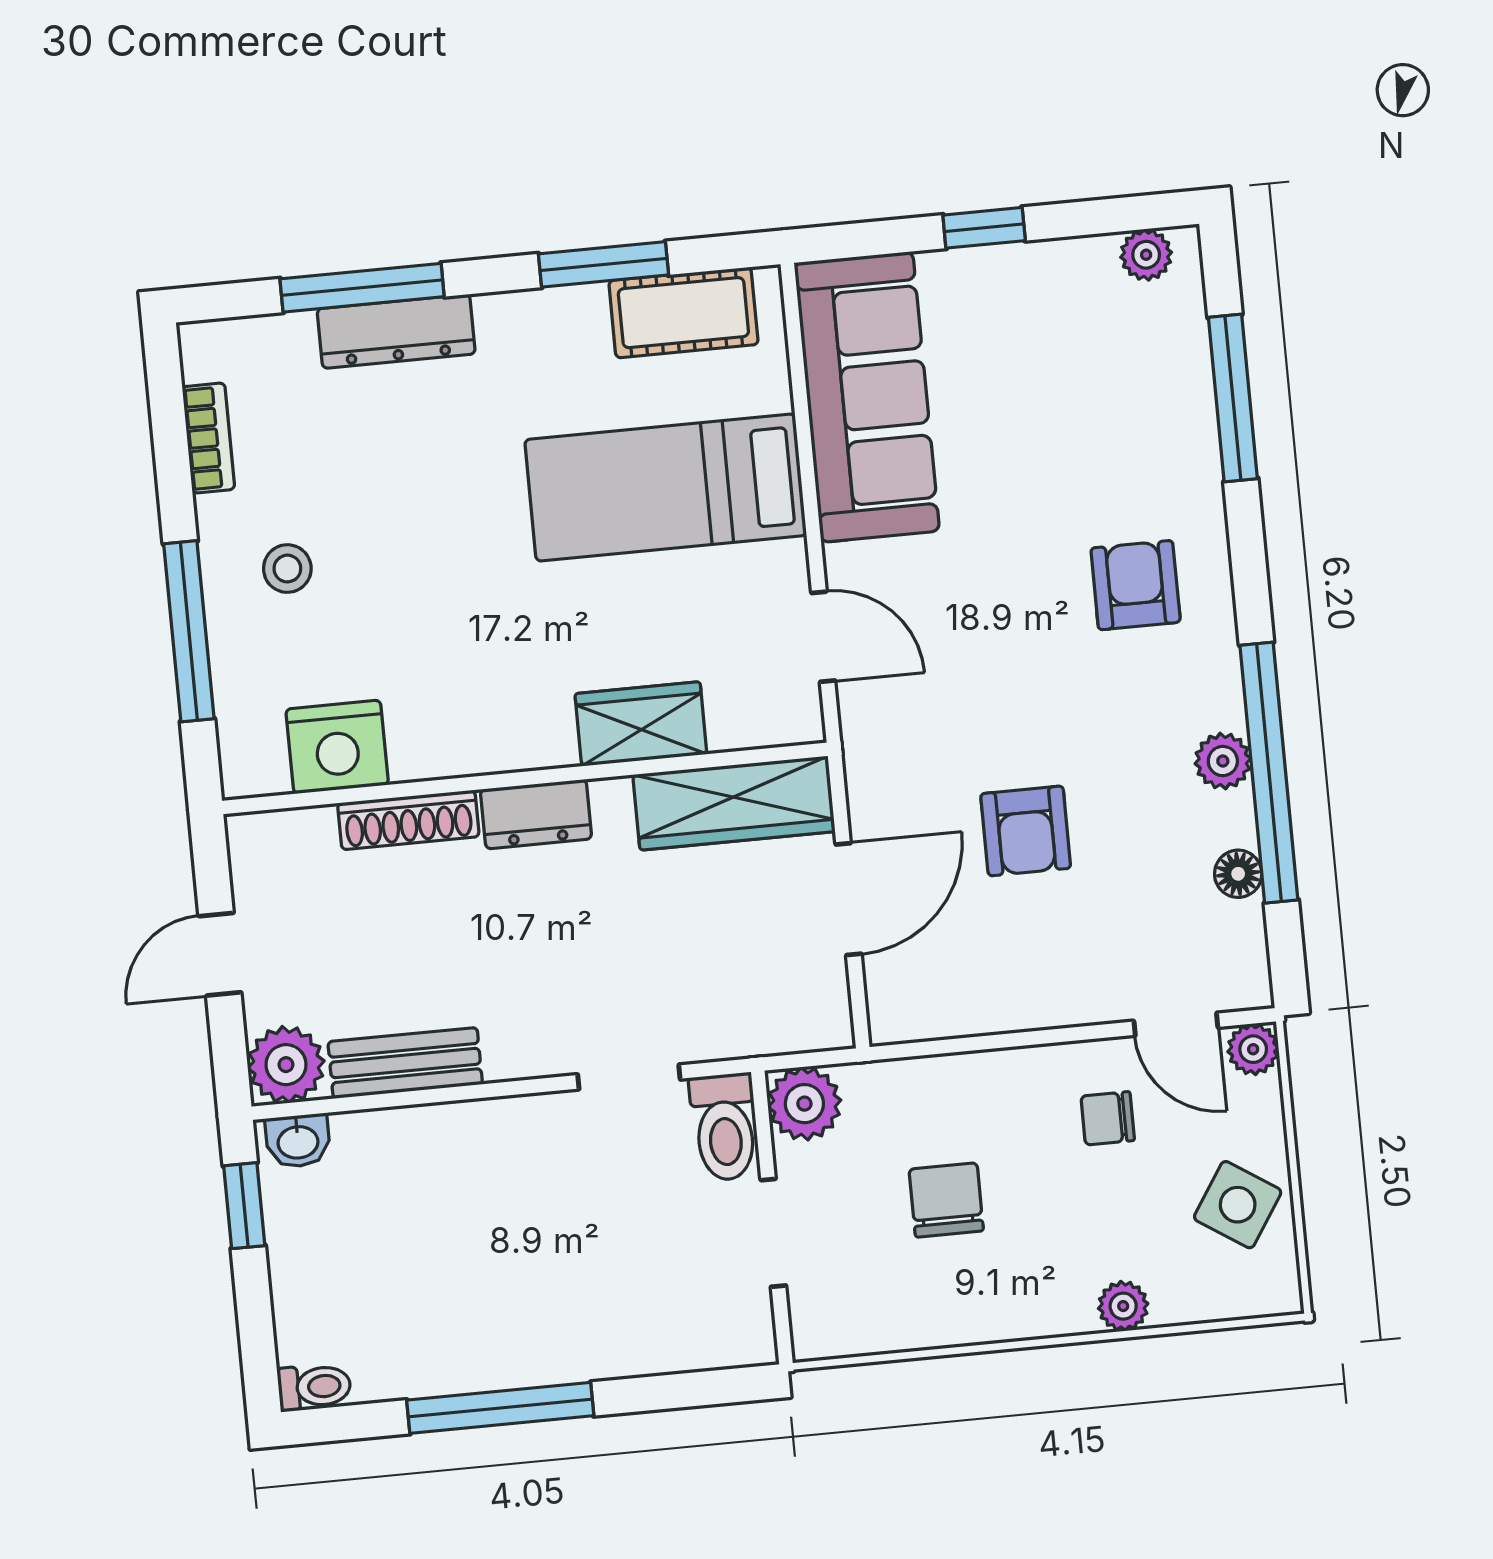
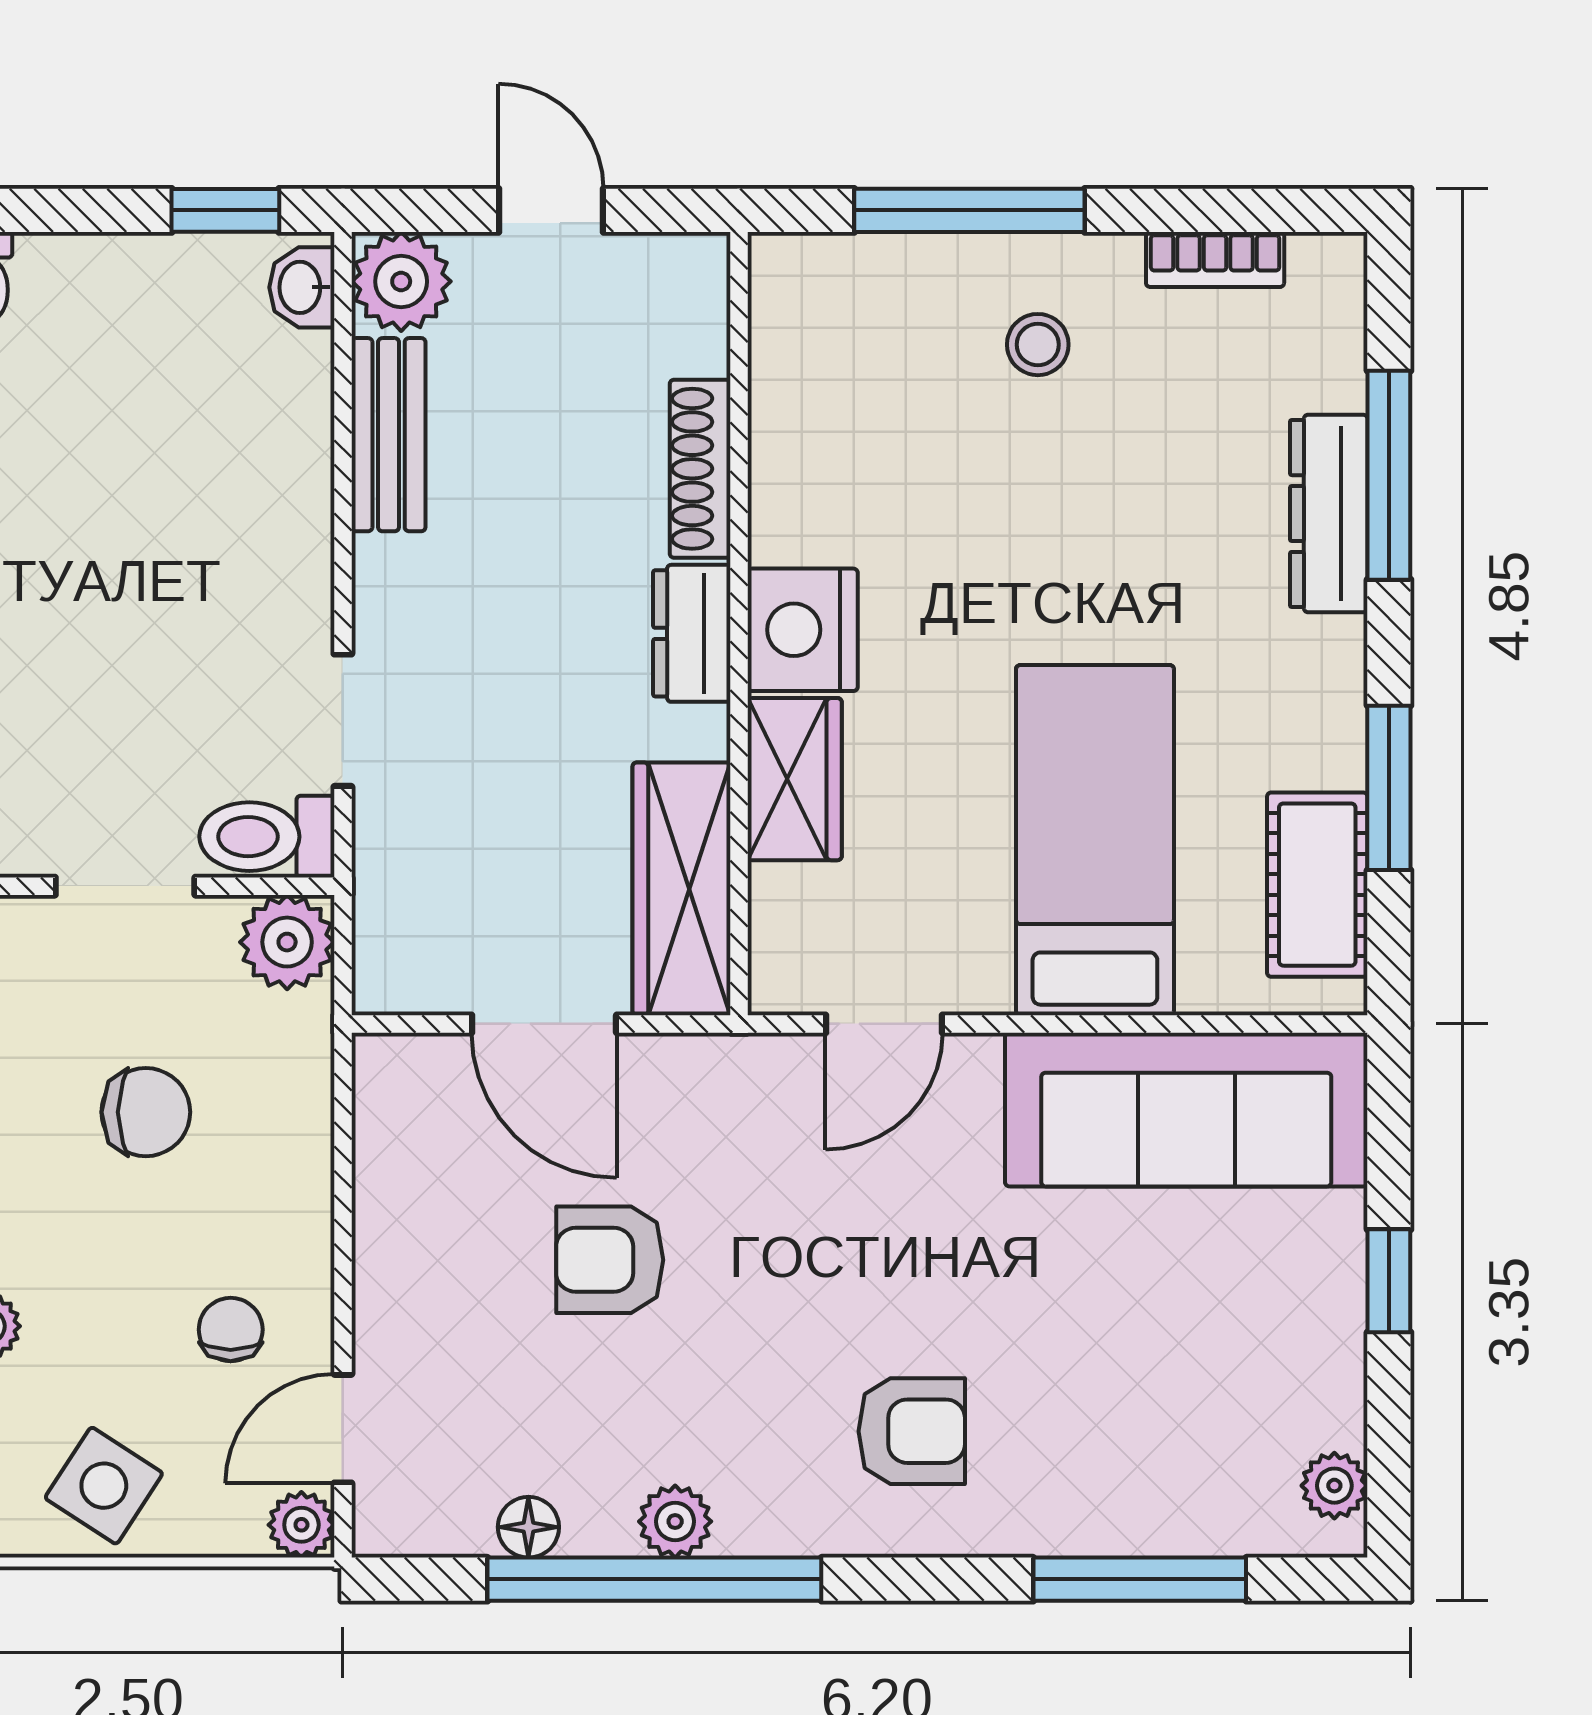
nightstand: (337, 747) -> (803, 630), moved

